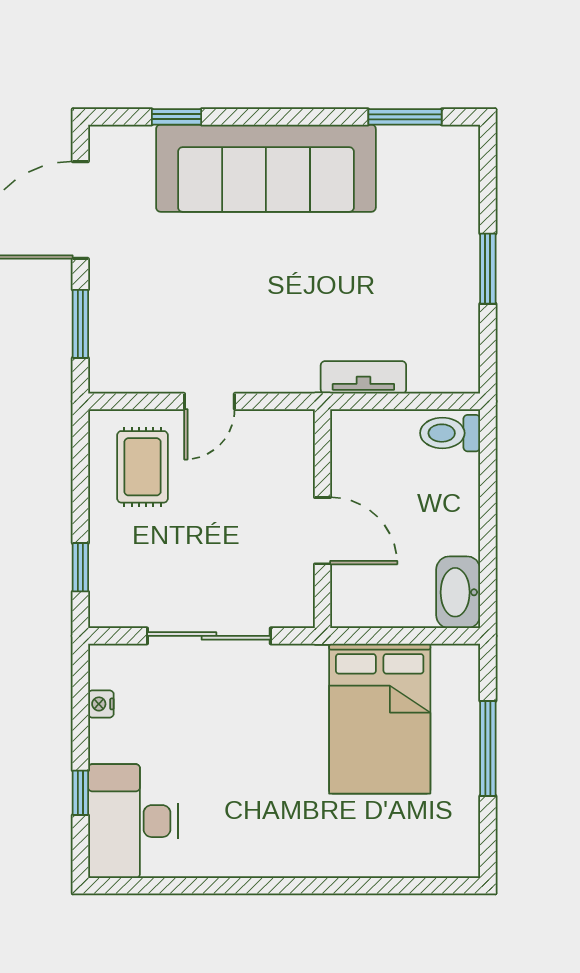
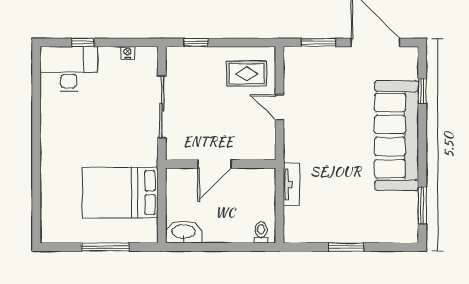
toilet: (450, 433) -> (261, 232), width x0.73, depth x0.72

